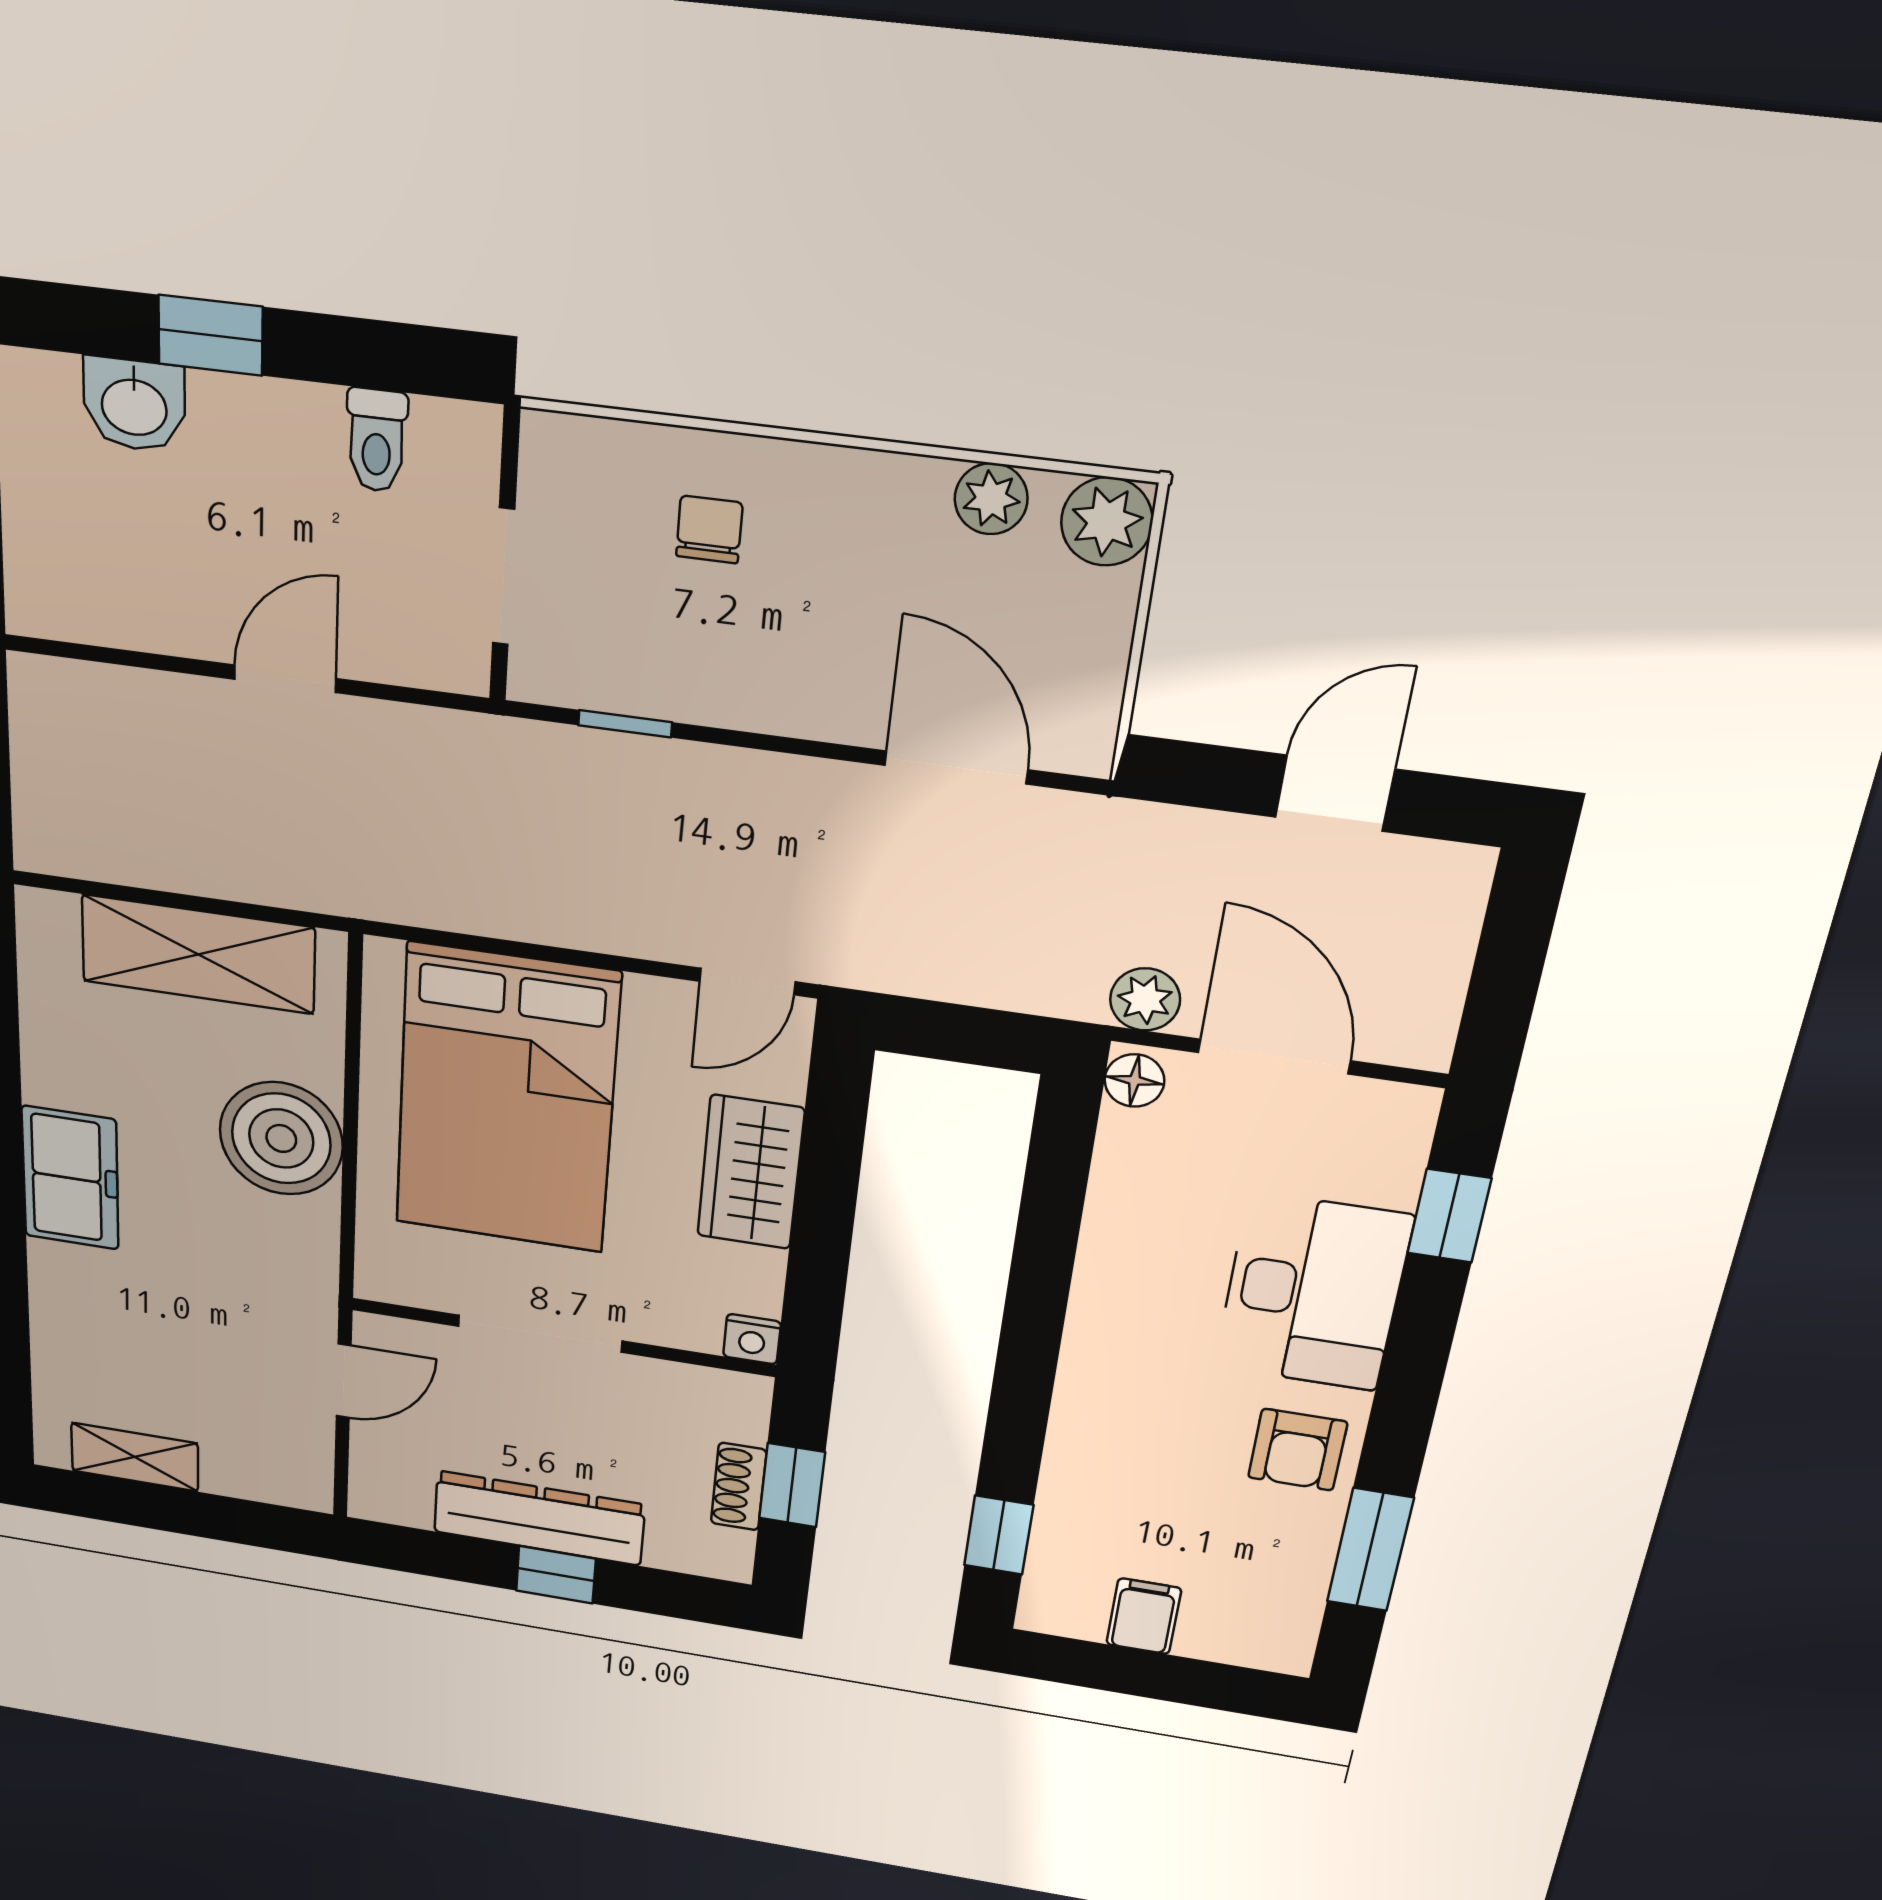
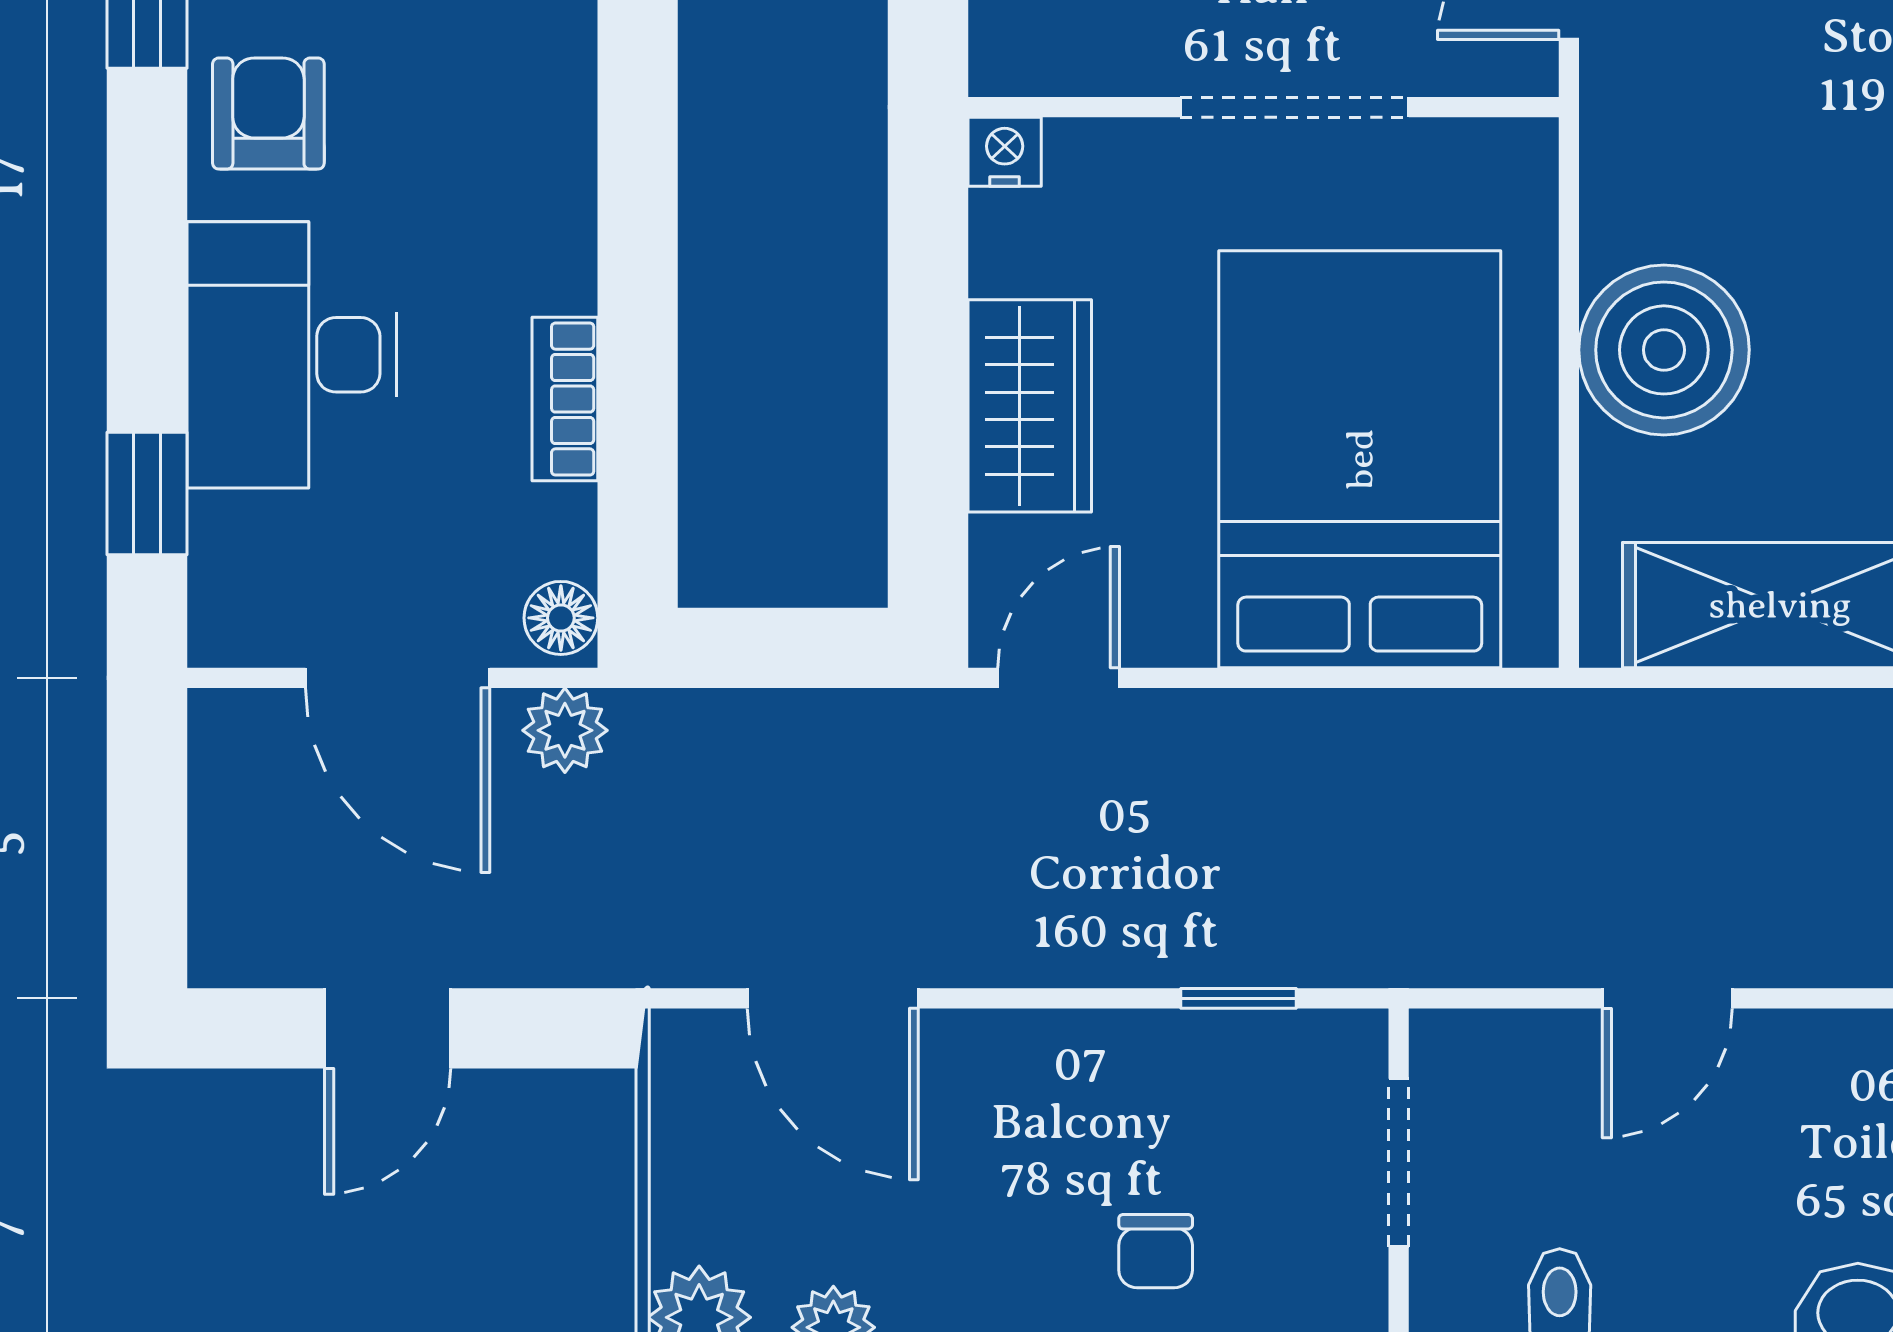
bookcase: (1105, 1230) -> (565, 399), added

